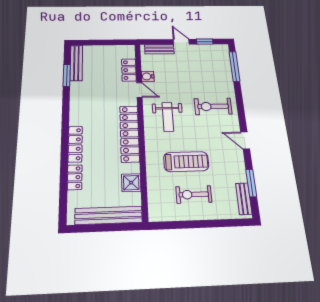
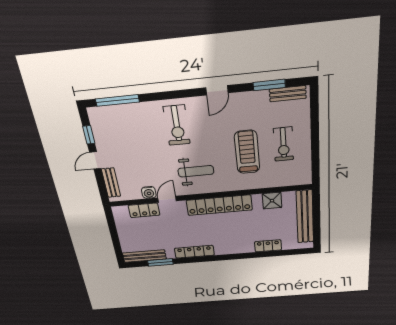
locker: (75, 144) -> (194, 252), moved

